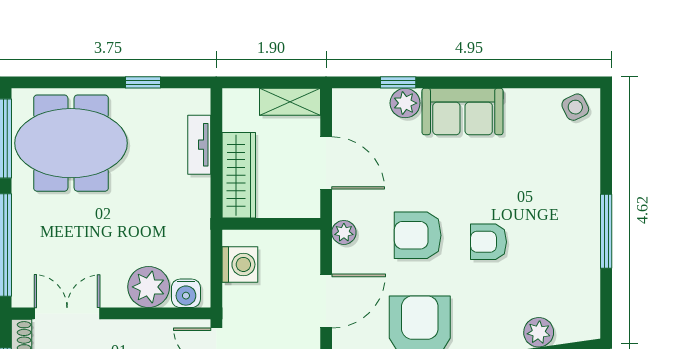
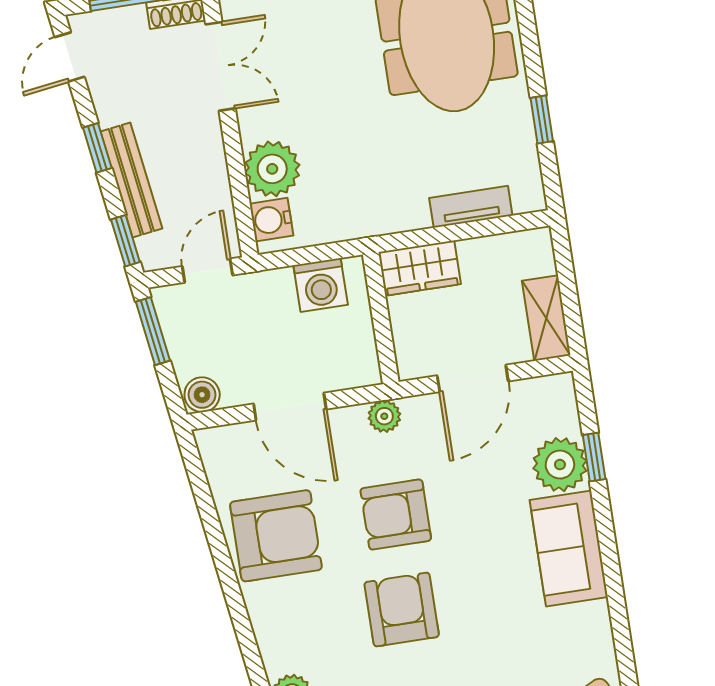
plant: (405, 103) -> (560, 465), width x1.36, depth x1.36
wardrobe: (239, 175) -> (420, 268), width x0.67
armchair: (418, 235) -> (396, 514), turned -90
armchair: (488, 242) -> (402, 609), width x1.38, depth x1.38

